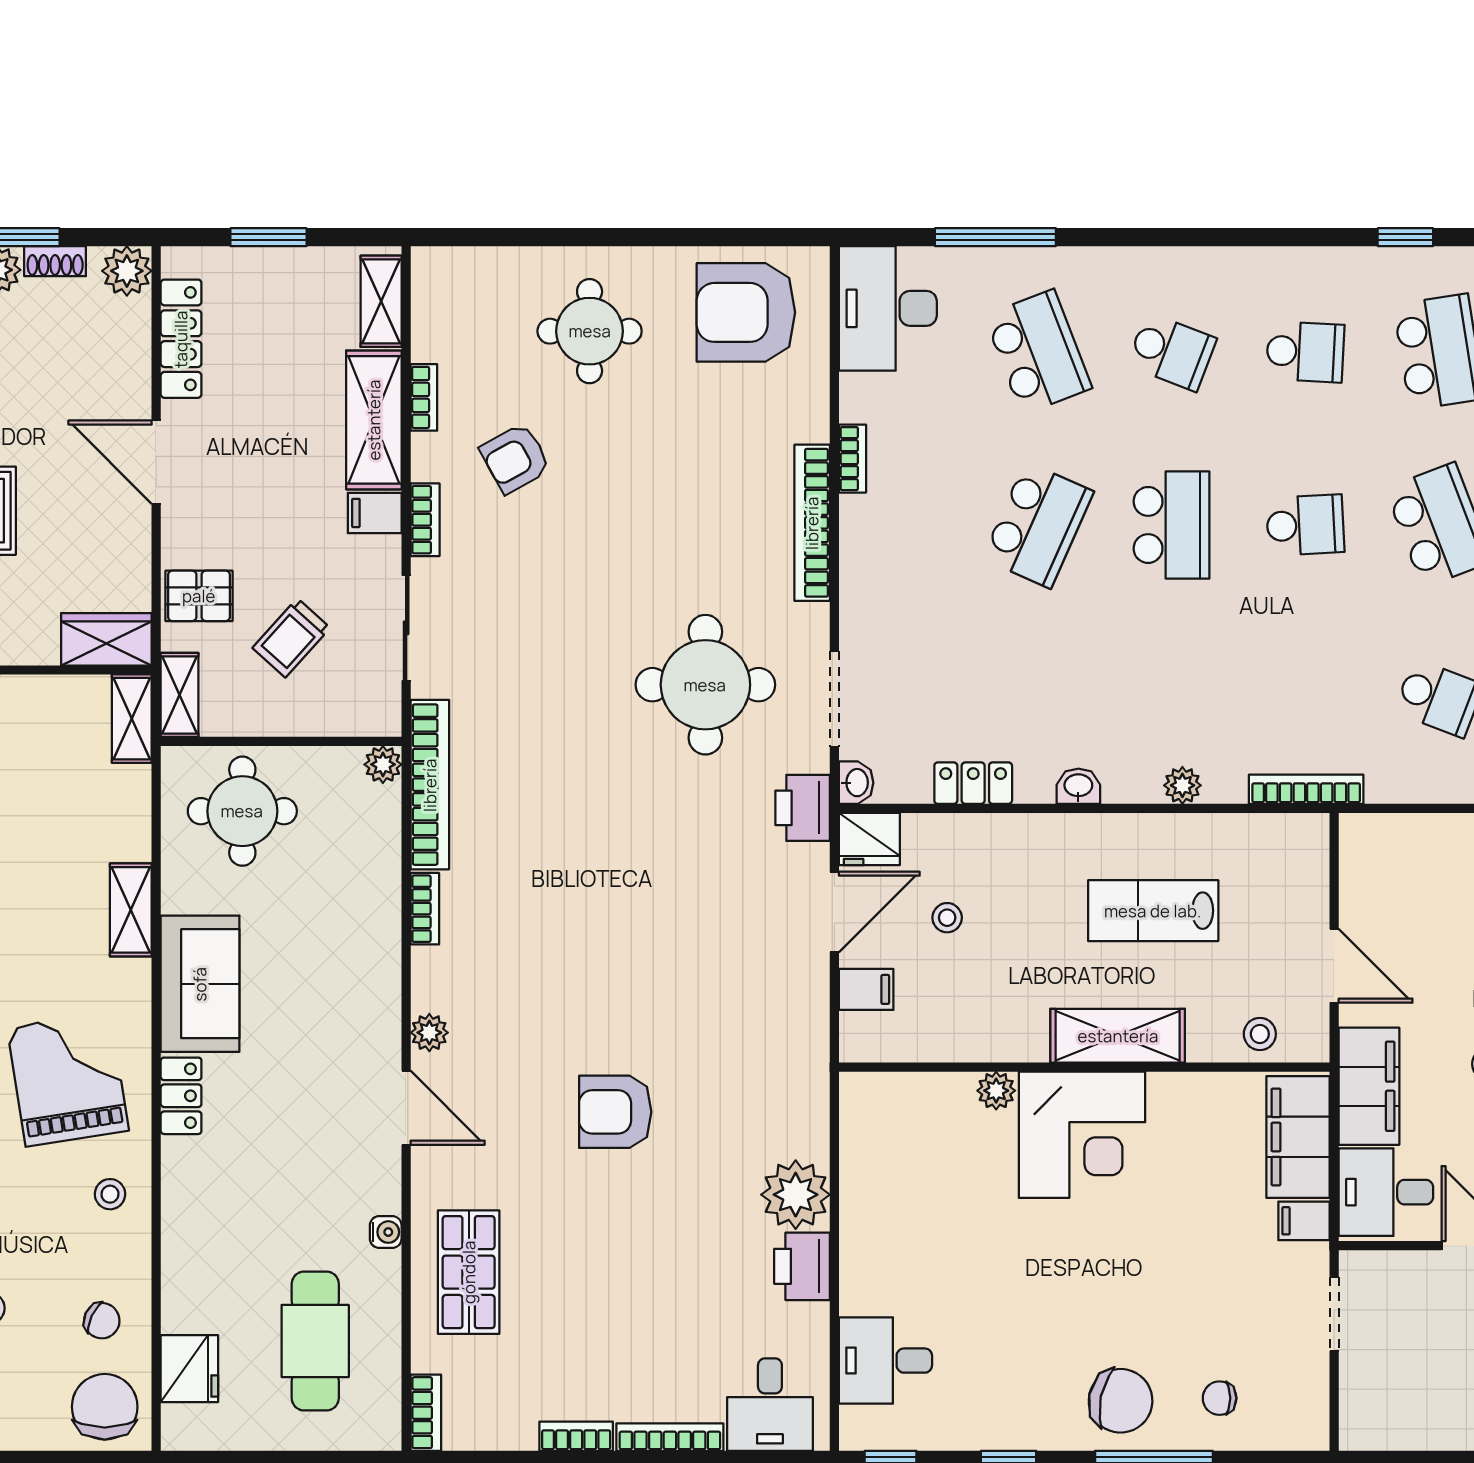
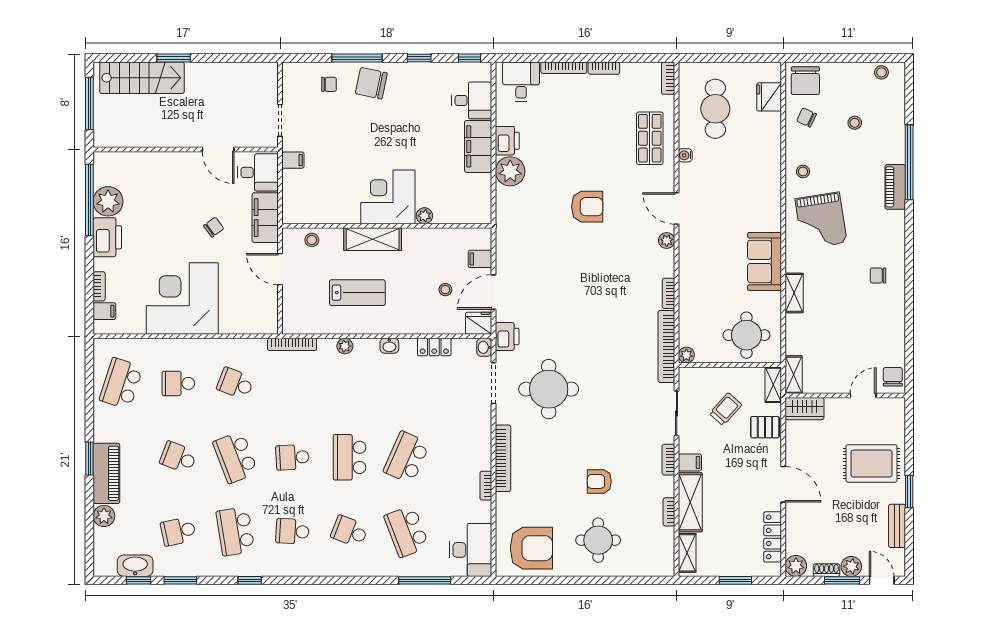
armchair: (515, 458) -> (599, 481), moved, turned -151
locker: (181, 1096) -> (773, 214), removed
filing cabinet: (1298, 1137) -> (478, 146), moved, turned 180

